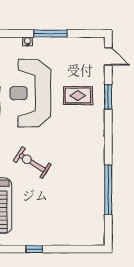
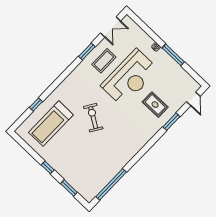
reception desk: (30, 93) -> (130, 78), turned 180
window: (108, 190) -> (111, 184), moved
window: (72, 249) -> (69, 188), added

